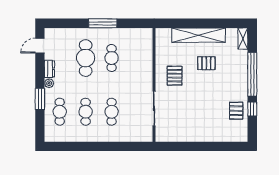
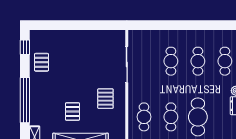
cafe table: (137, 58) -> (144, 117), added
pallet: (206, 63) -> (72, 112), turned 90
window: (252, 109) -> (25, 47), moved

